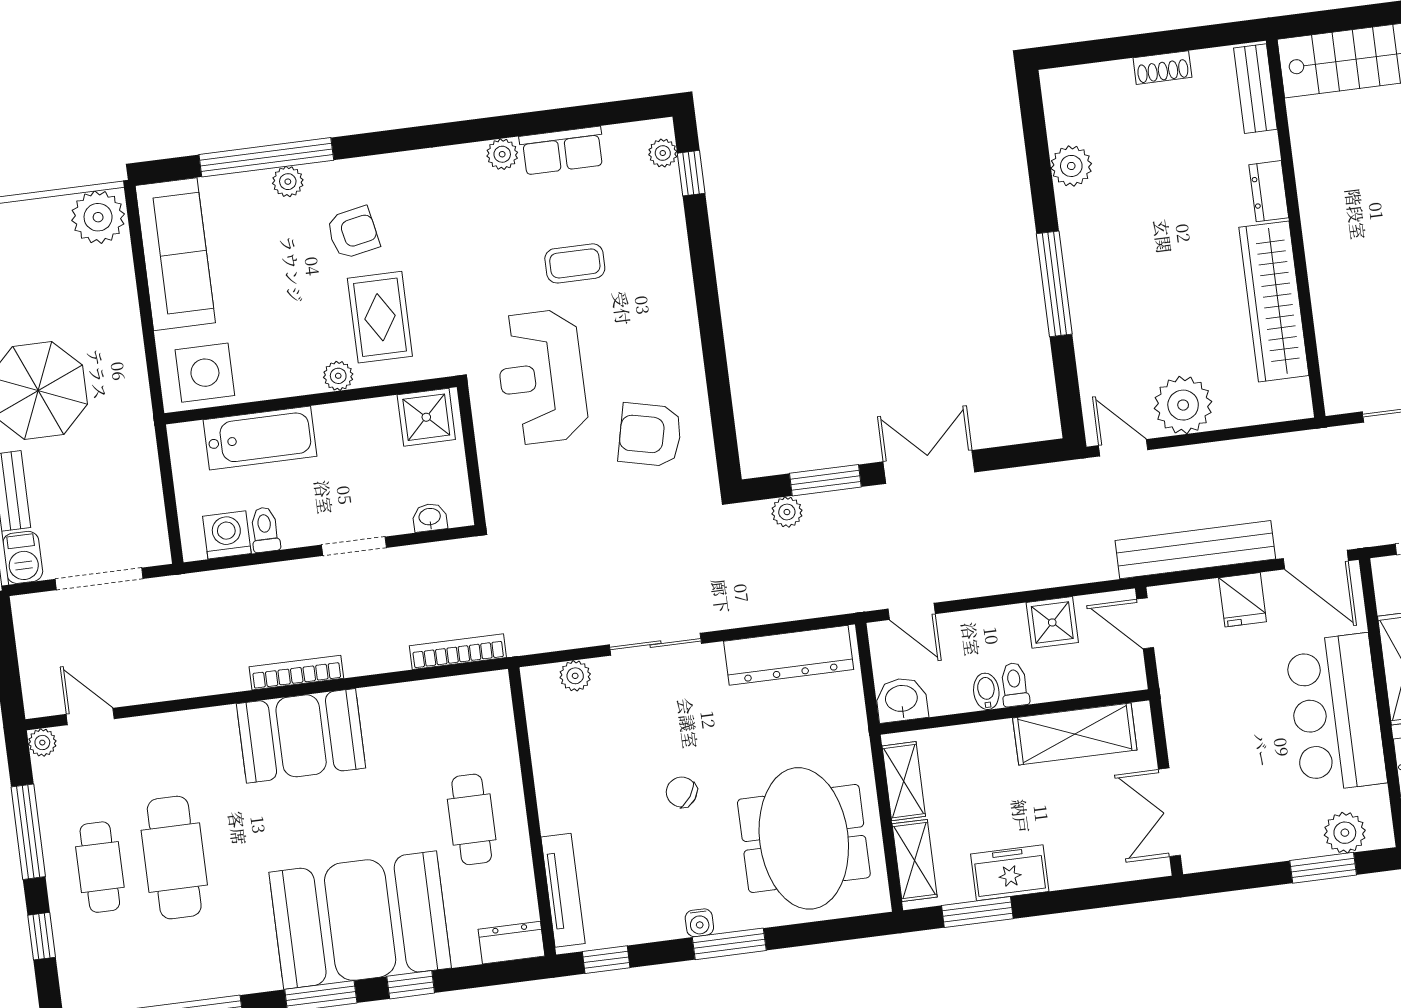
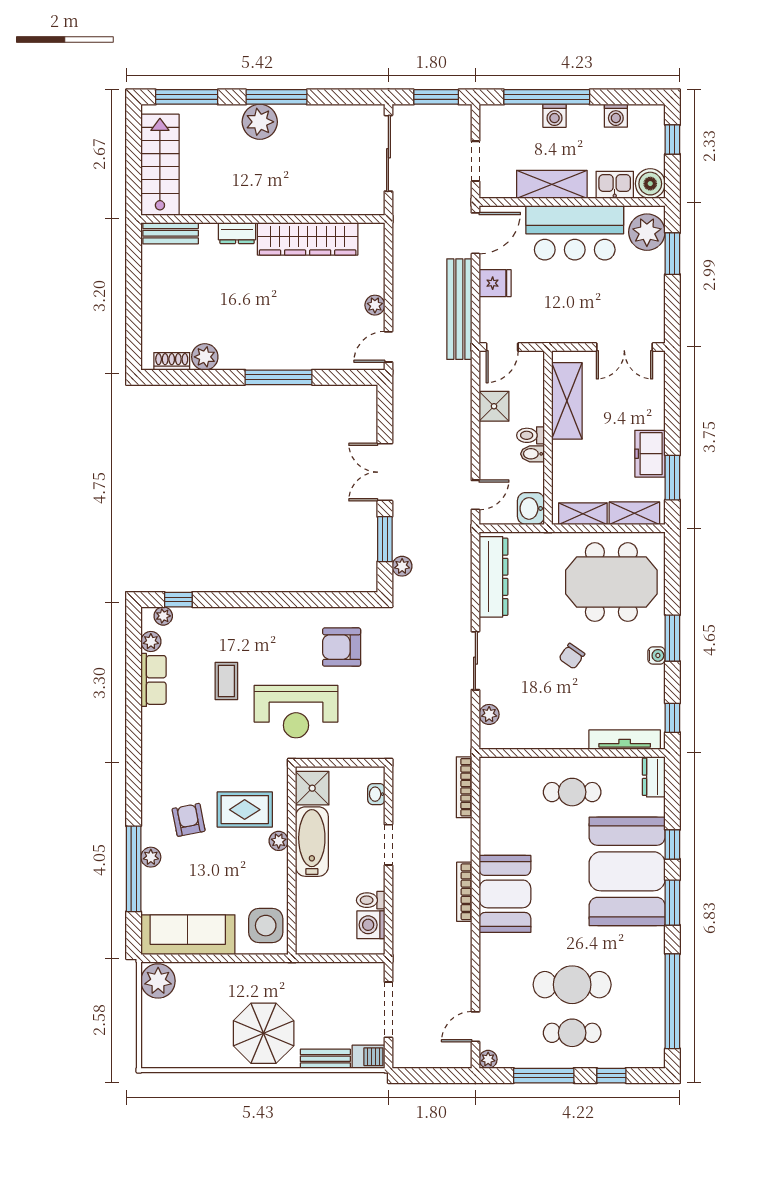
shoe rack: (1162, 68) -> (172, 361), moved, turned -90
plant: (502, 154) -> (151, 642), moved
plant: (1183, 405) -> (375, 305), width x0.53, depth x0.53
armchair: (650, 435) -> (342, 647), turned 77
bathtub: (260, 438) -> (312, 842), moved
plant: (1345, 833) -> (647, 232), width x1.36, depth x1.36

